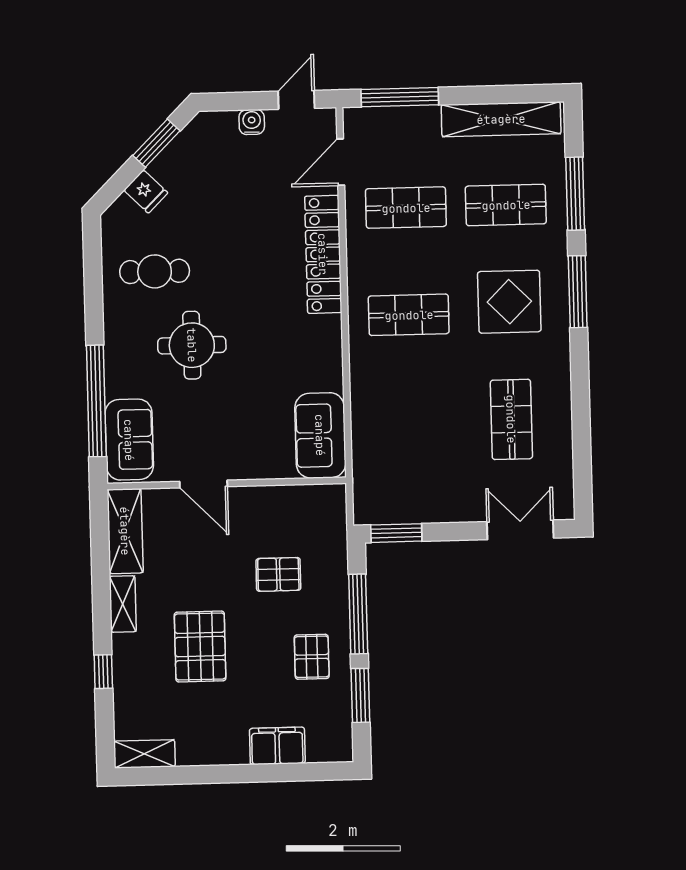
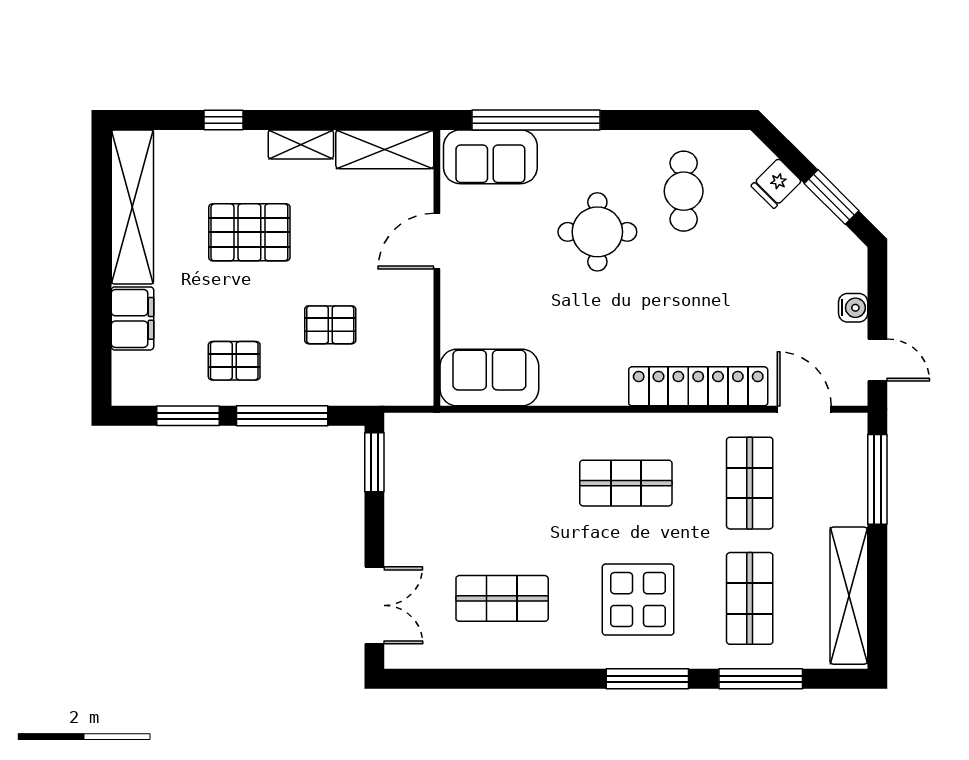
shop shelf: (409, 315) -> (626, 483), turned 90
pallet: (278, 574) -> (330, 325), turned 90
shelving: (144, 754) -> (132, 207), width x2.20, depth x1.33

